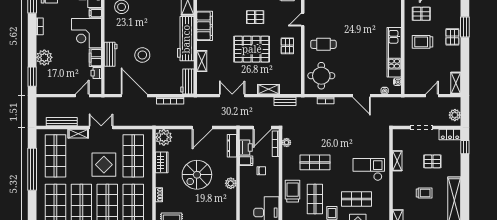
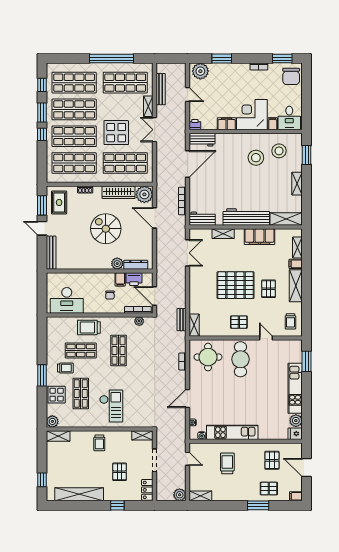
pallet: (452, 37) -> (269, 489), moved
trolley: (423, 42) -> (227, 463), moved
cafe table: (323, 44) -> (240, 359), width x1.37, depth x1.35
pallet: (252, 49) -> (235, 285), turned 90
workbench: (111, 54) -> (202, 140), moved
stool: (142, 55) -> (256, 158), moved
plant: (44, 57) -> (200, 71), moved
printer: (96, 73) -> (195, 125), moved
window: (32, 77) -> (222, 59), moved
shelving: (269, 89) -> (194, 325), moved
door: (82, 96) -> (187, 94), moved
double door: (232, 96) -> (187, 253), moved
door: (432, 96) -> (187, 459), moved
plant: (455, 115) -> (180, 495), moved
double door: (101, 128) -> (155, 130), swing flipped
door: (202, 128) -> (155, 218), moved
window: (465, 147) -> (117, 505), moved
shelving: (397, 161) -> (142, 435), moved
wardrobe: (162, 162) -> (119, 192), width x1.50
plant: (231, 183) -> (117, 264), moved
trolley: (293, 191) -> (89, 327), turned 180
trolley: (424, 193) -> (99, 443), moved

